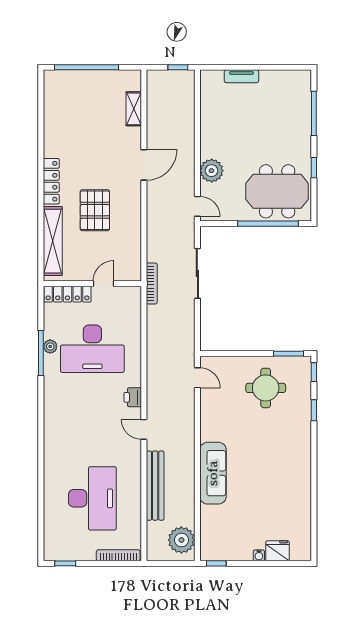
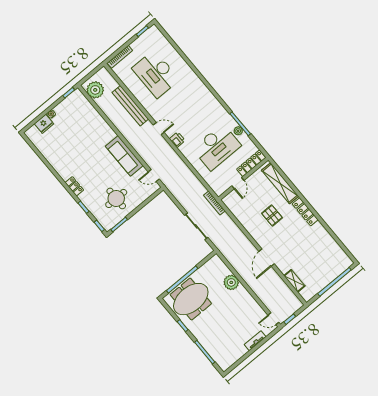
door: (197, 206) -> (273, 319), moved
pallet: (95, 210) -> (272, 215), width x0.67, depth x0.71
desk: (92, 349) -> (217, 147), turned 180
locker: (304, 445) -> (74, 186), added
sofa: (213, 473) -> (124, 156), moved

